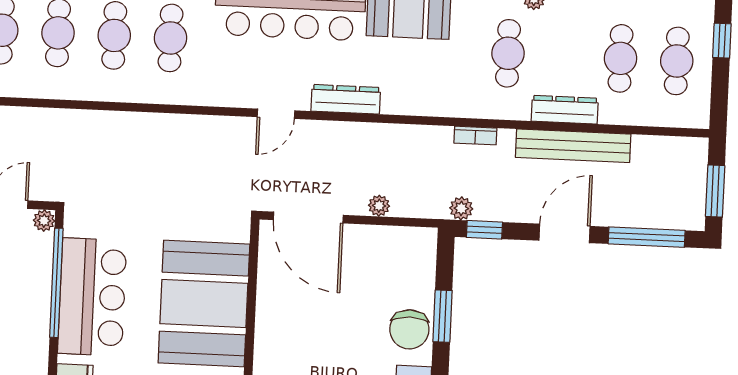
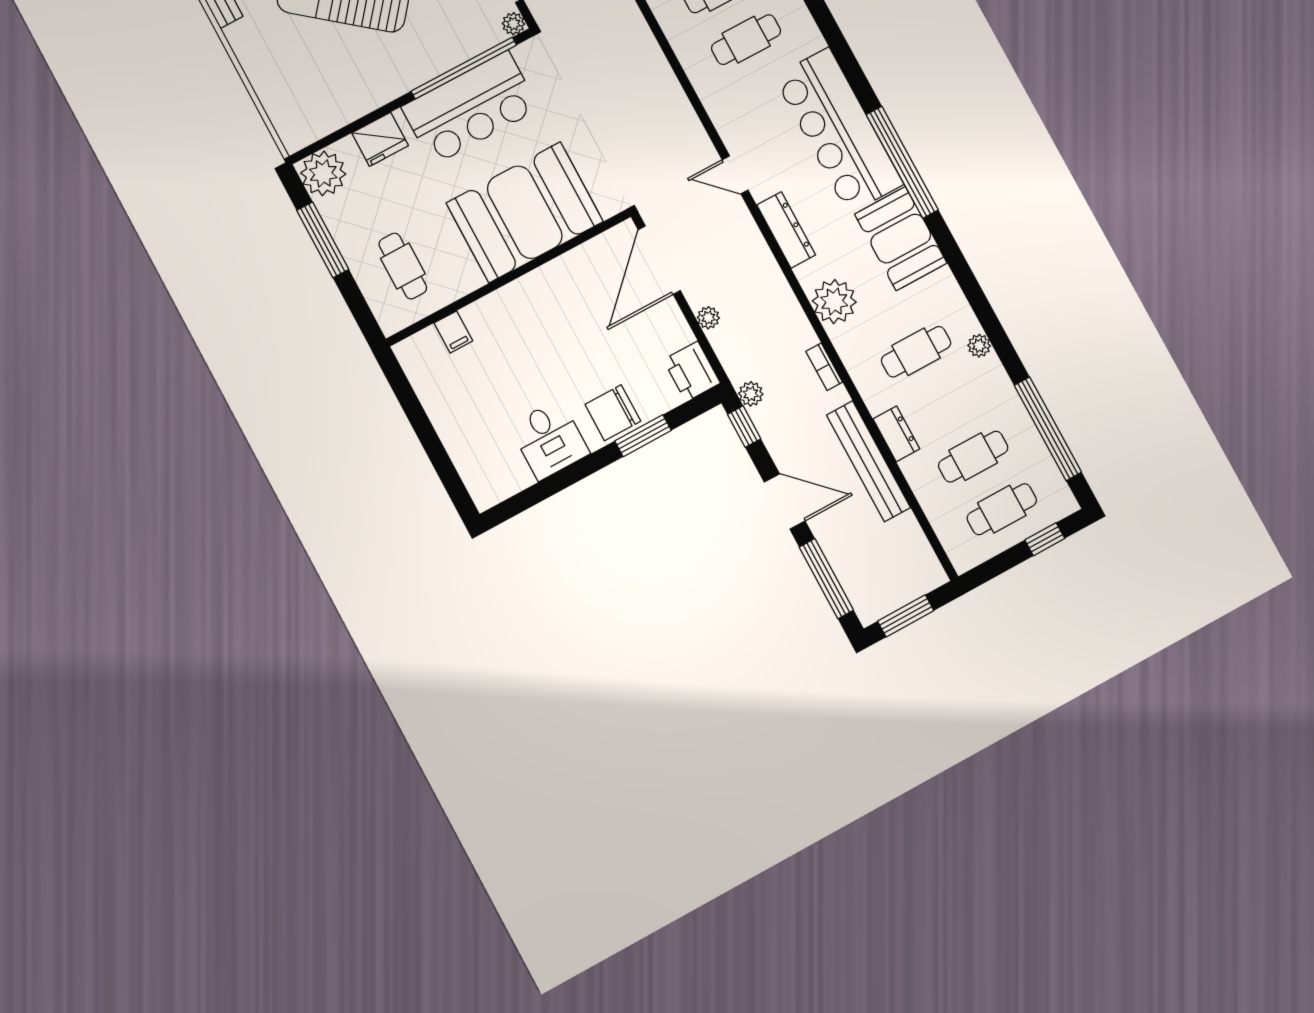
plant: (427, 95) -> (834, 302), added
dresser: (565, 110) -> (896, 434), width x0.70
printer: (414, 245) -> (692, 371), added

